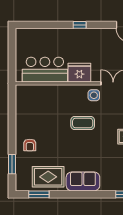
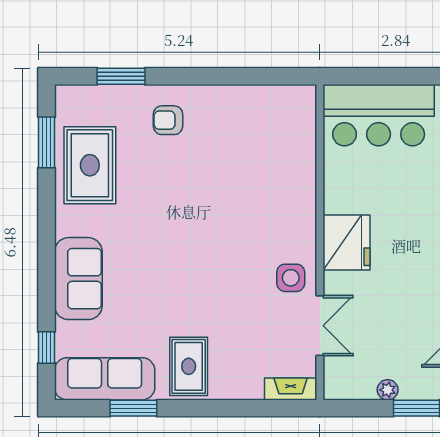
bar counter: (45, 70) -> (379, 115), moved, turned 90
coffee table: (83, 123) -> (222, 250), removed
sofa: (83, 181) -> (78, 279), moved

